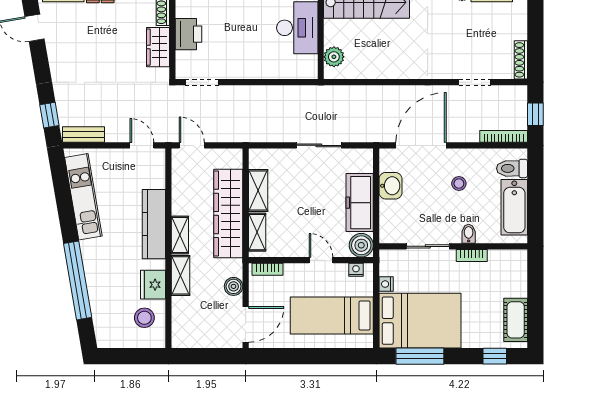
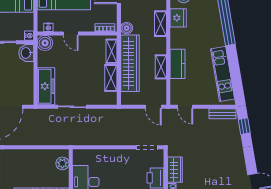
washbasin: (391, 186) -> (26, 53), moved
freezer: (360, 203) -> (46, 86), moved
kitchen counter: (154, 224) -> (177, 64), width x0.67
shelving: (180, 235) -> (161, 67), moved
nightstand: (386, 284) -> (29, 36), moved
boiler: (234, 286) -> (127, 28), moved

